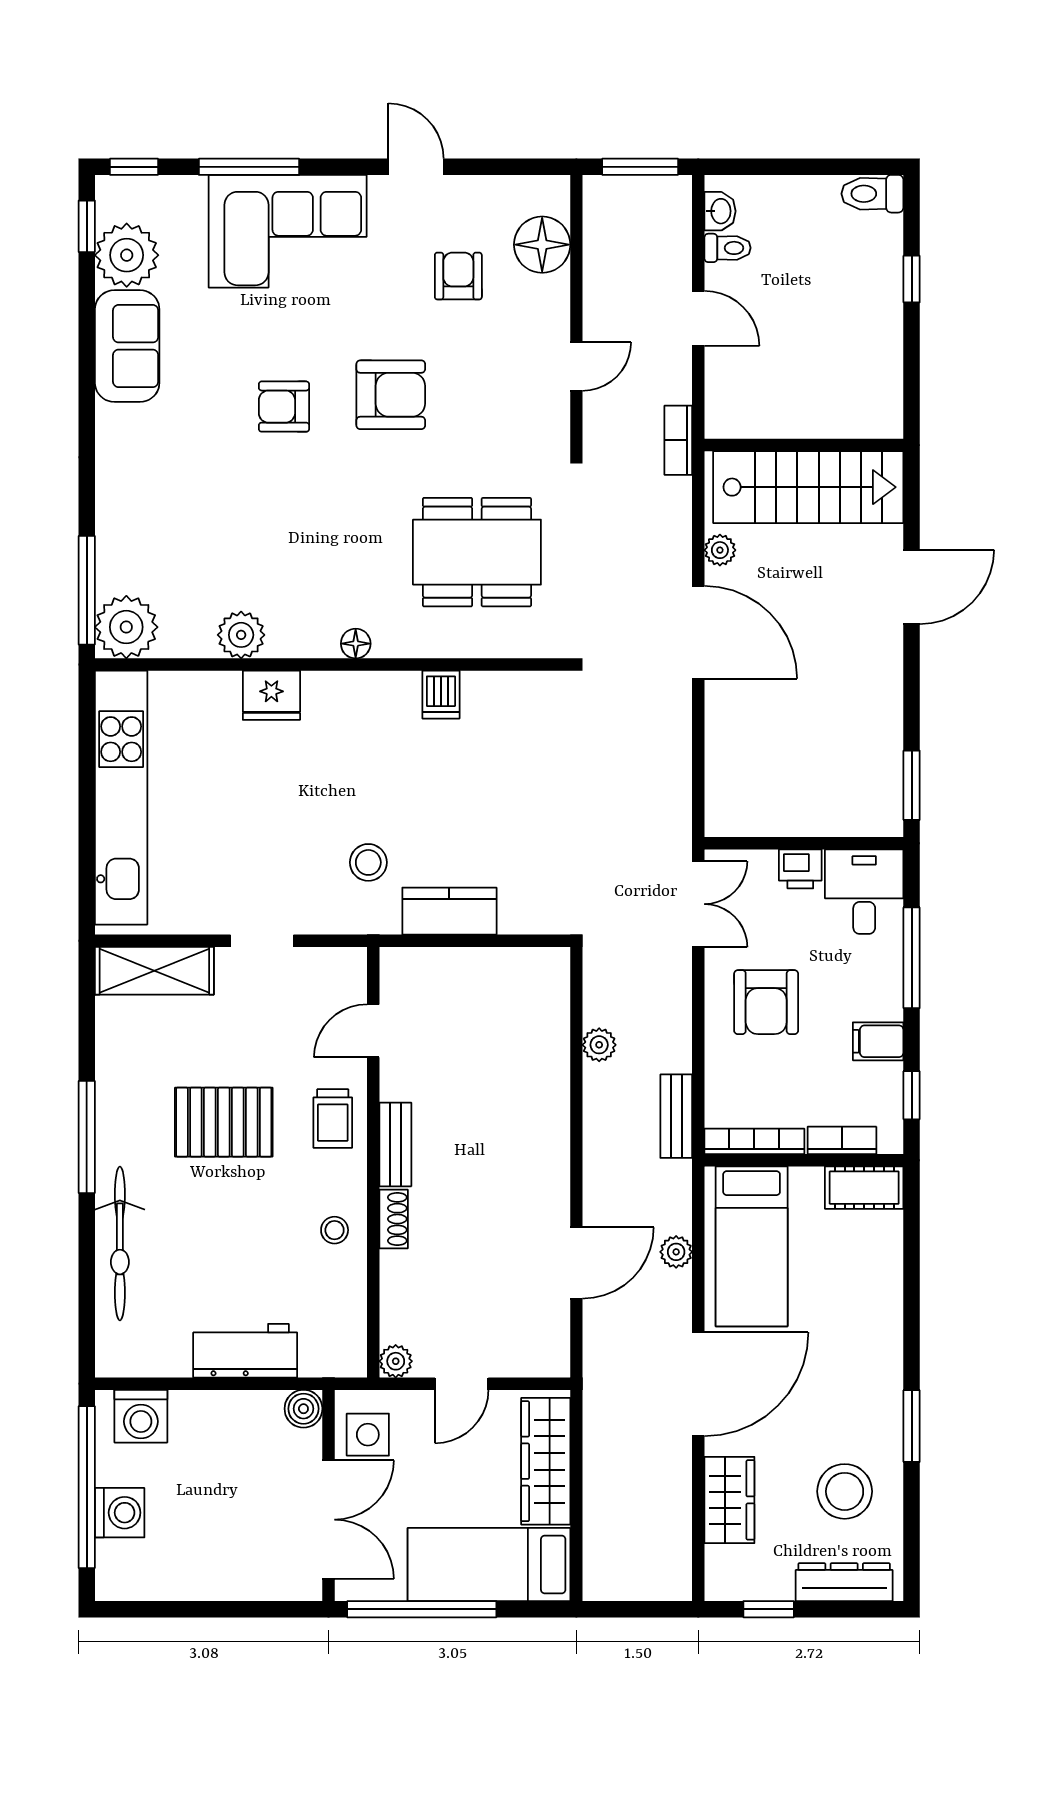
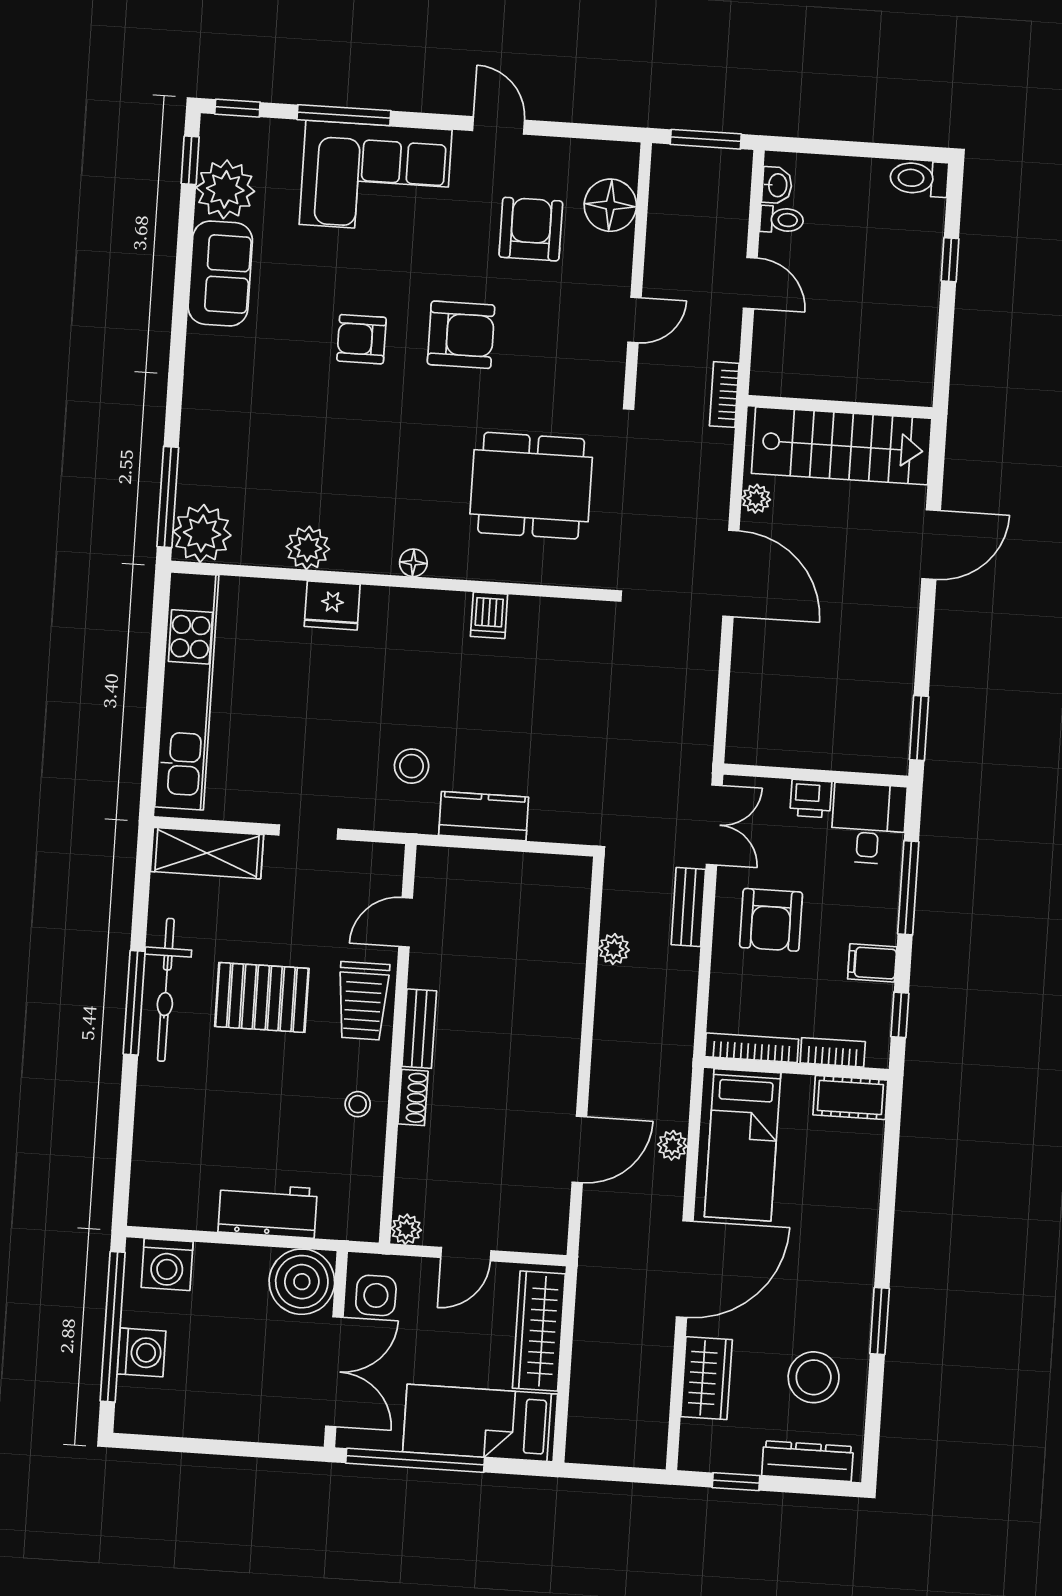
armchair: (458, 276) -> (531, 229), width x1.38, depth x1.38
bench: (676, 1116) -> (688, 907), moved
trolley: (333, 1119) -> (363, 1001), width x1.36, depth x1.39
bicycle: (120, 1243) -> (166, 990), moved
boiler: (303, 1409) -> (302, 1282), width x1.86, depth x1.86

